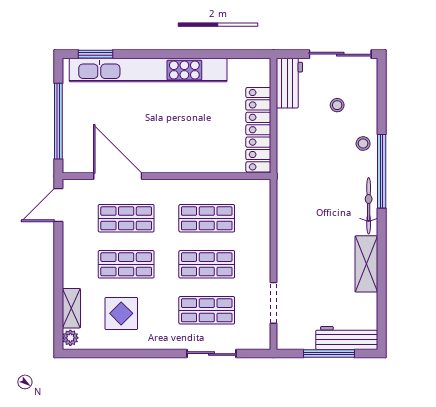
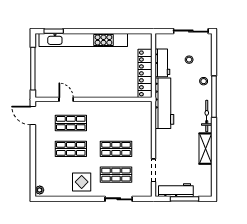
workbench: (289, 83) -> (162, 63), moved
door: (118, 176) -> (66, 99), width x0.53
workbench: (293, 183) -> (164, 103), added
door: (58, 205) -> (33, 116), hinge flipped
shop shelf: (207, 218) -> (116, 123), removed
shelving: (71, 308) -> (40, 173), removed
display table: (121, 313) -> (82, 182), moved
workbench: (347, 338) -> (176, 190), moved

